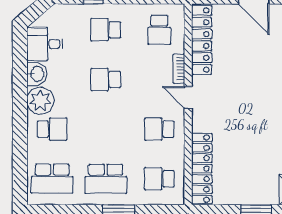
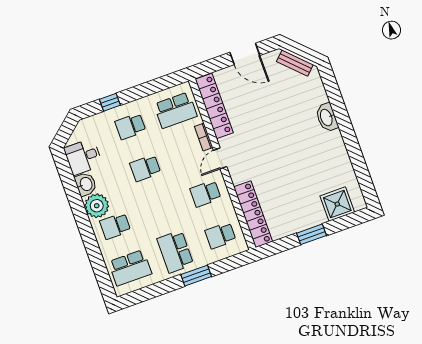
school desk: (159, 30) -> (175, 110), width x1.85
door: (188, 97) -> (220, 158), hinge flipped
school desk: (52, 129) -> (115, 226), turned 180
school desk: (106, 179) -> (175, 252), turned 90

